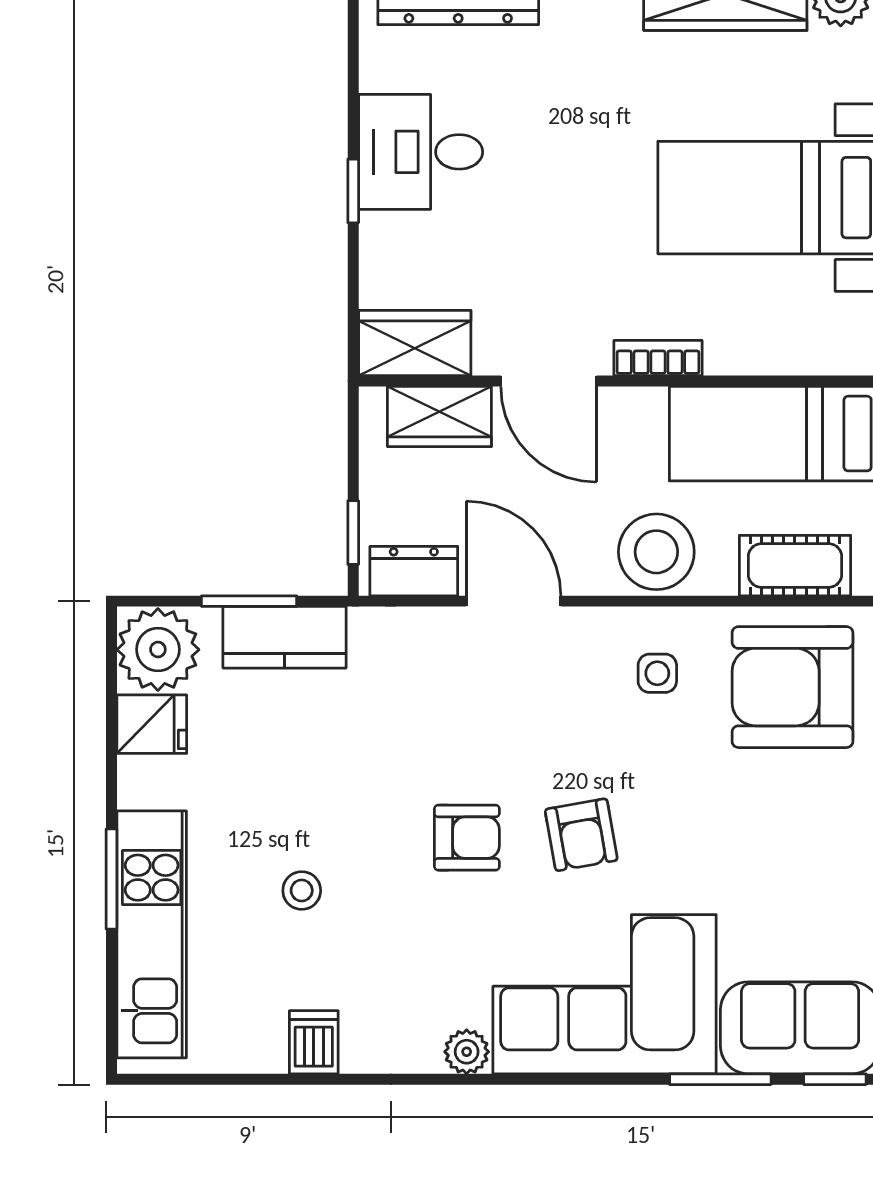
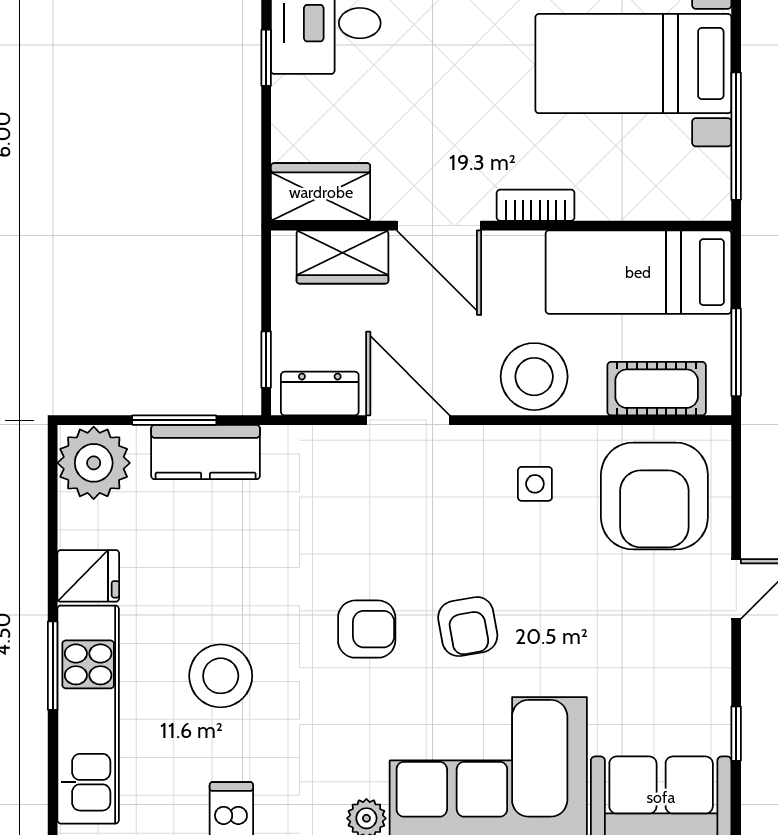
armchair: (793, 687) -> (654, 496), turned -90
fridge: (152, 724) -> (88, 576), moved
stool: (302, 891) -> (221, 676), width x1.89, depth x1.89

